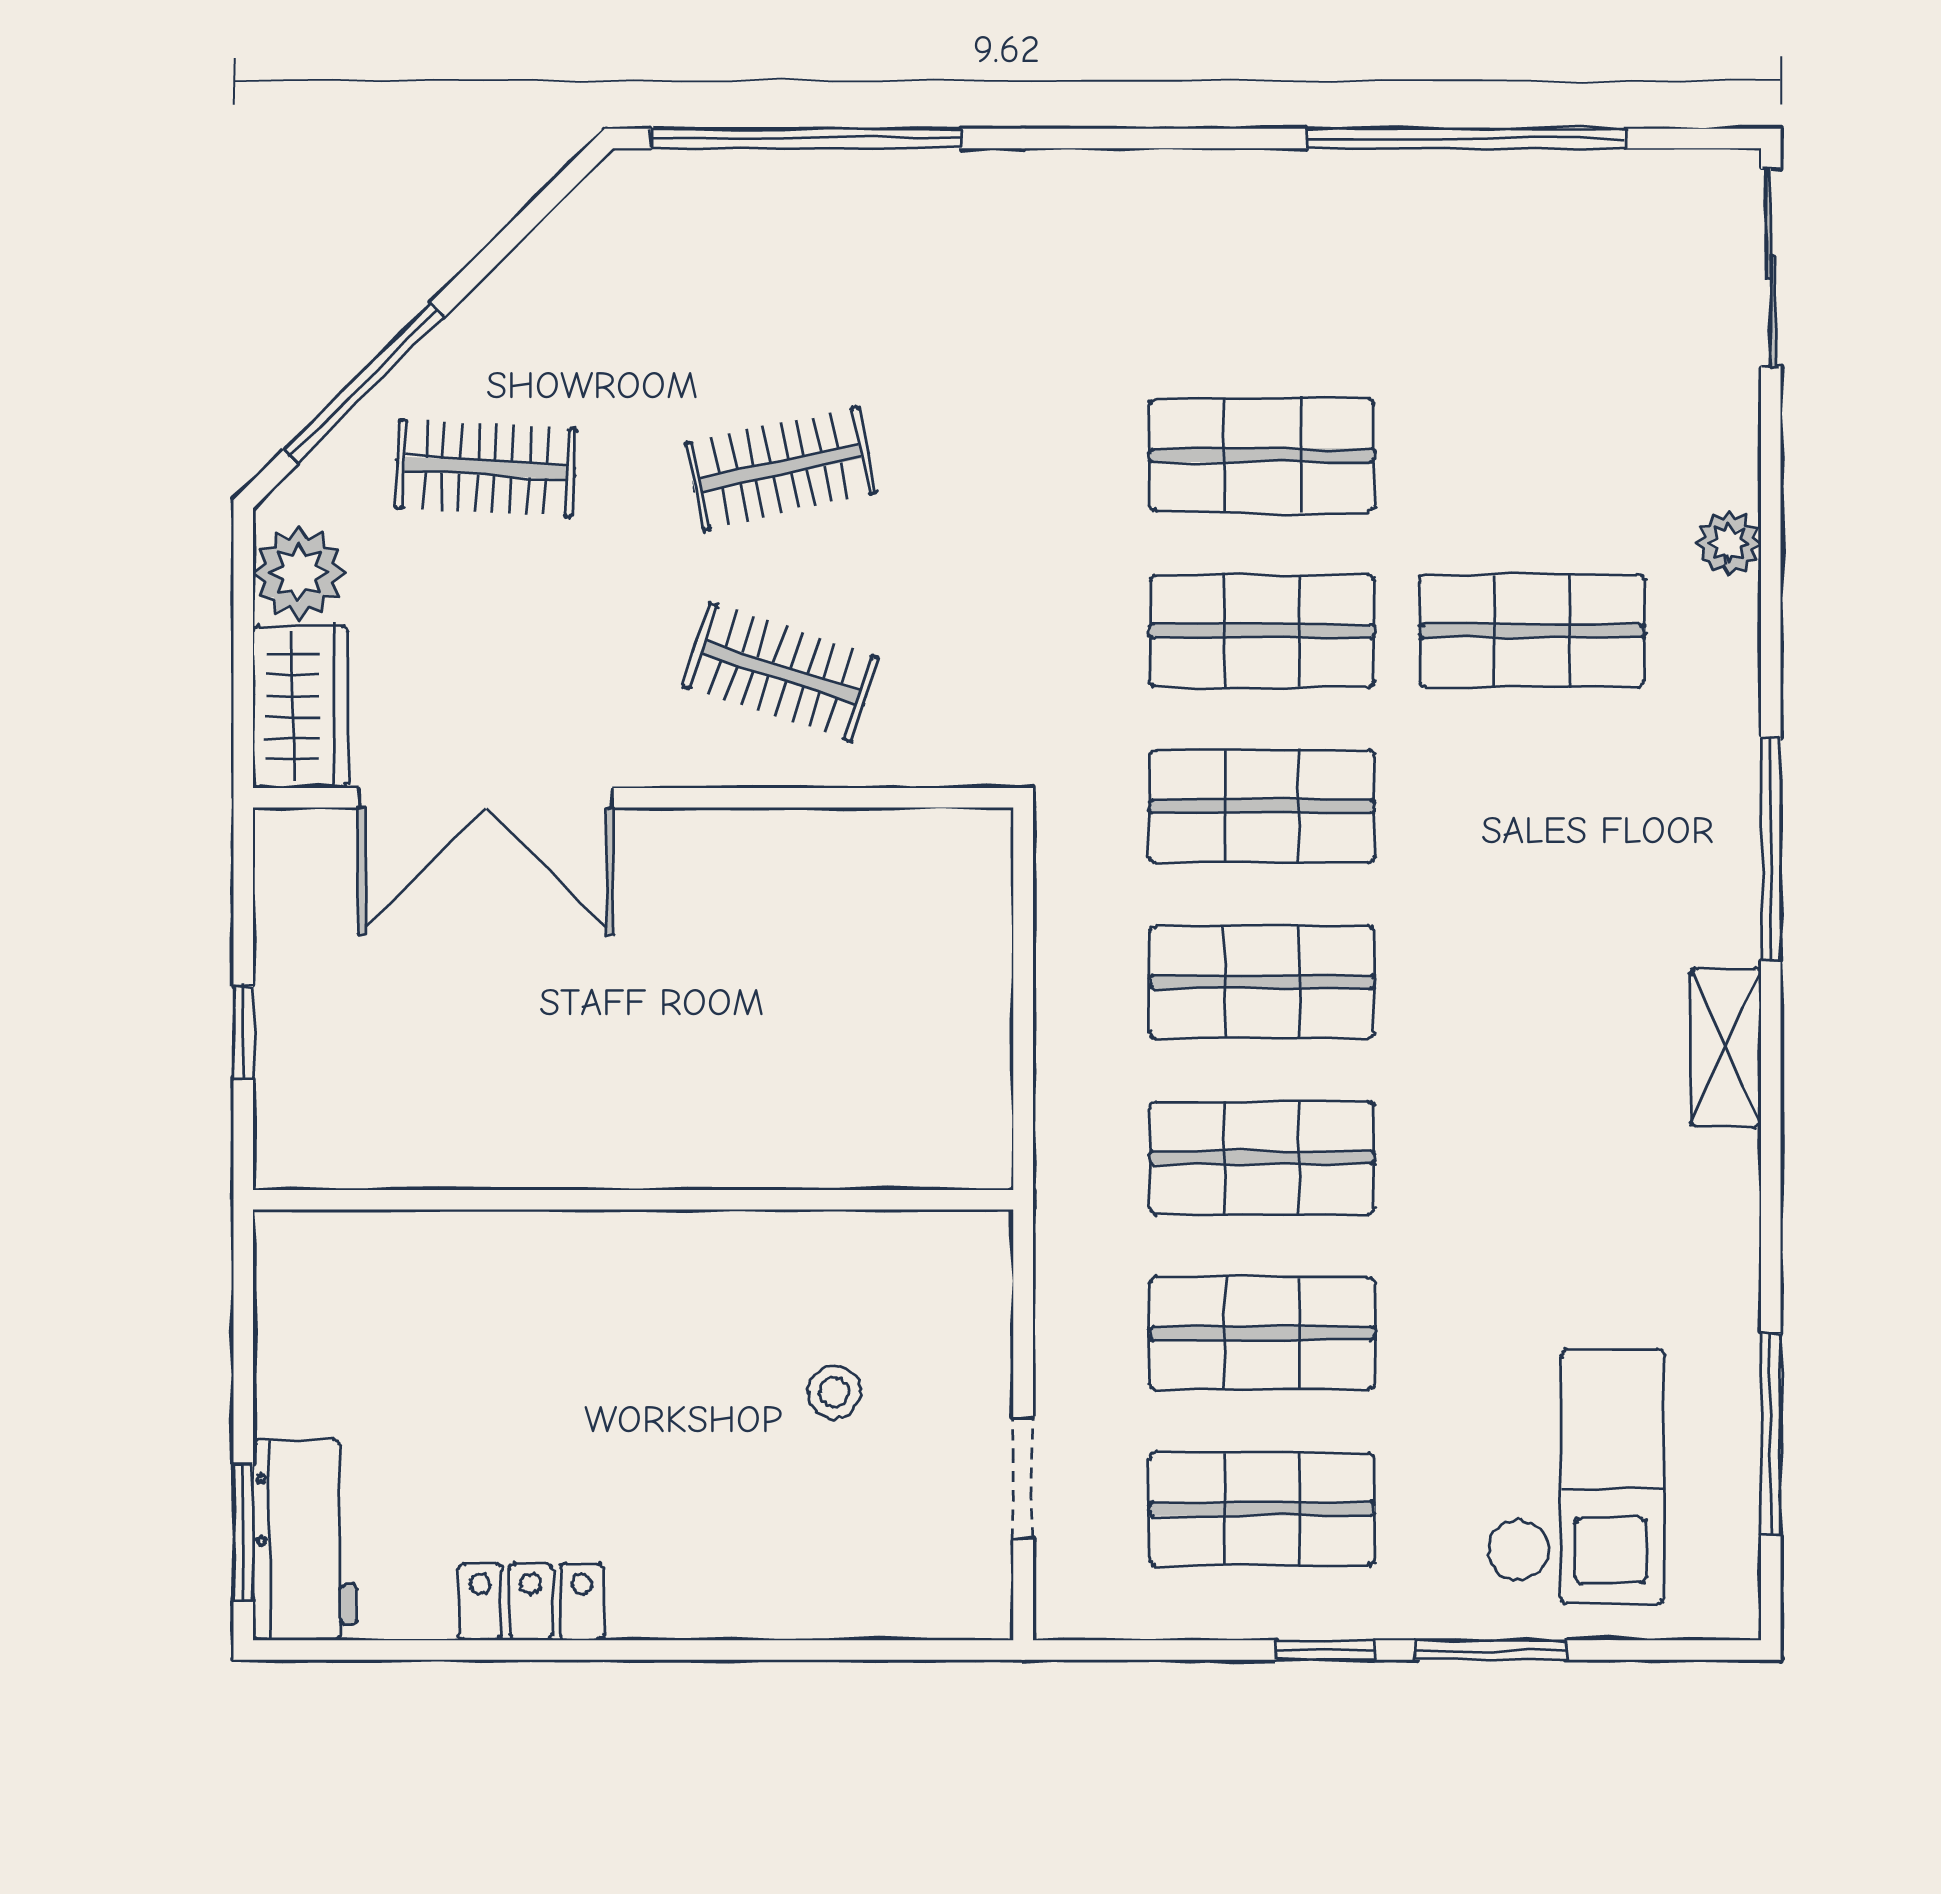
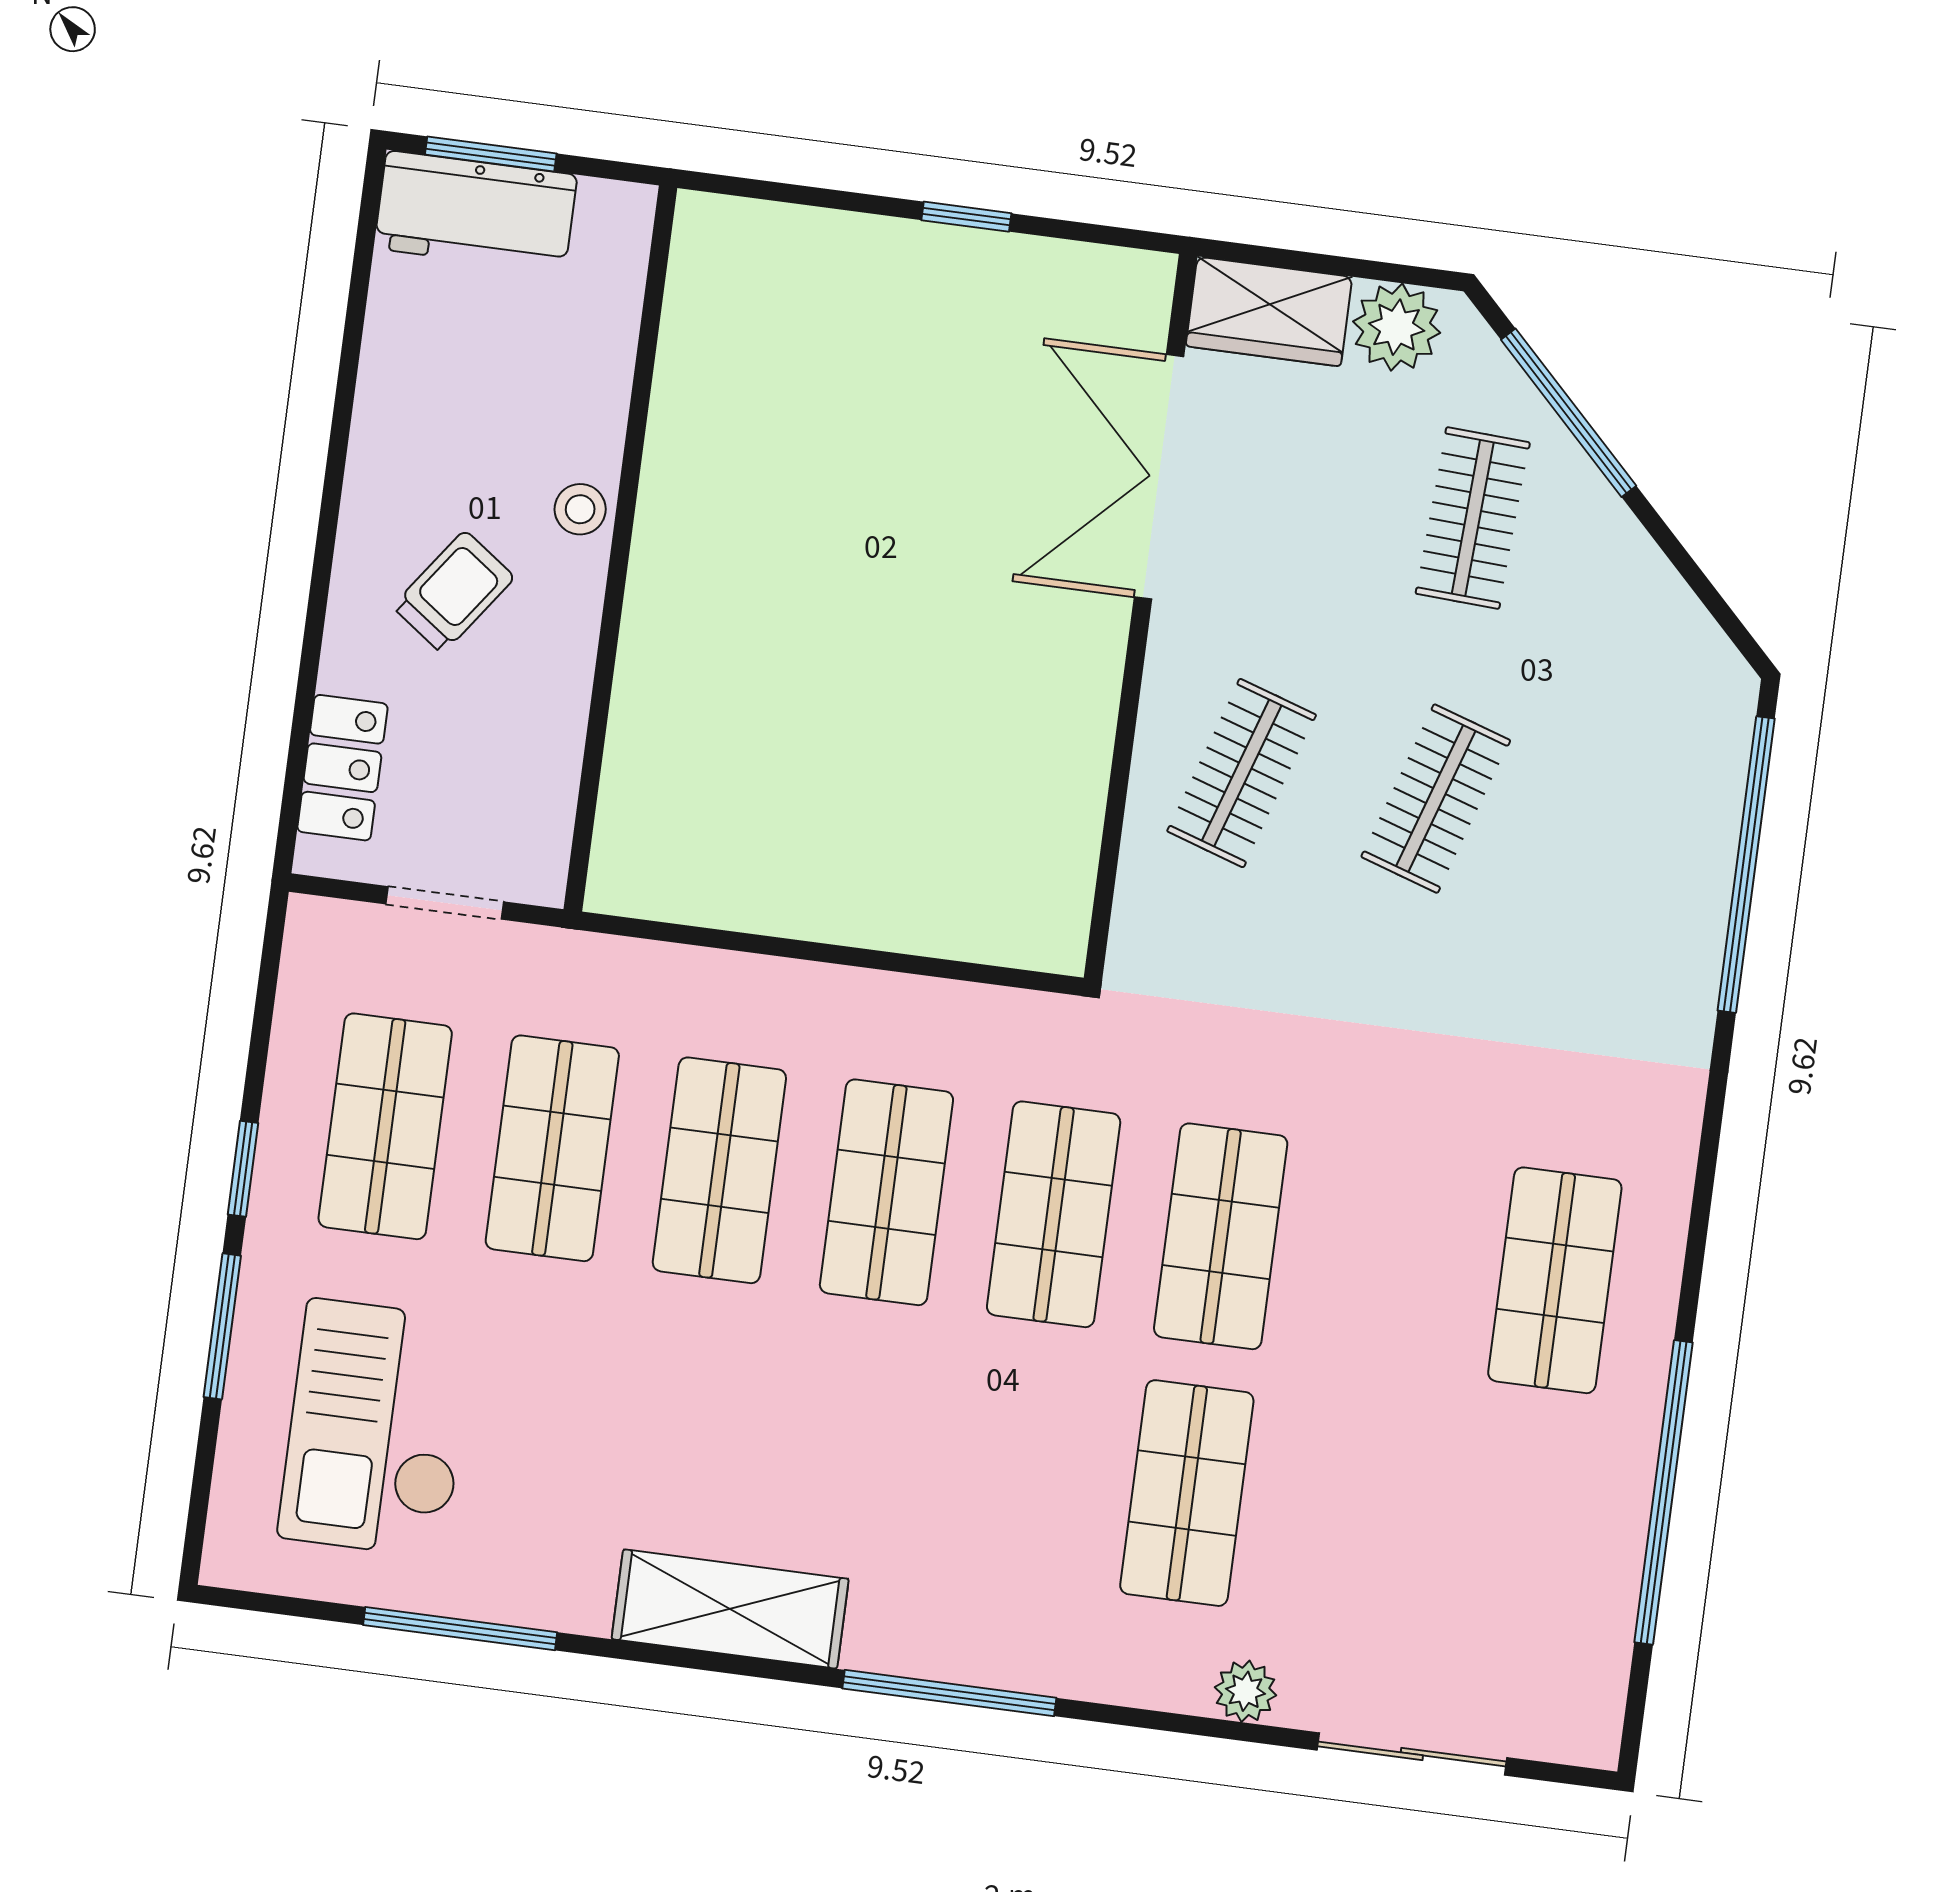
sliding door: (1771, 268) -> (1412, 1754), moved
shop shelf: (1262, 455) -> (1555, 1280), moved
clothes rail: (781, 468) -> (1436, 799), turned 30
shelving: (1726, 1047) -> (730, 1609), width x1.50, depth x1.33
wall: (633, 1200) -> (620, 549), moved
stool: (834, 1392) -> (580, 509), moved
window: (1771, 1434) -> (460, 1629), moved
checkout: (1575, 1477) -> (377, 1428), turned 90
trolley: (701, 1511) -> (454, 592), added
locker: (531, 1602) -> (342, 768), moved

